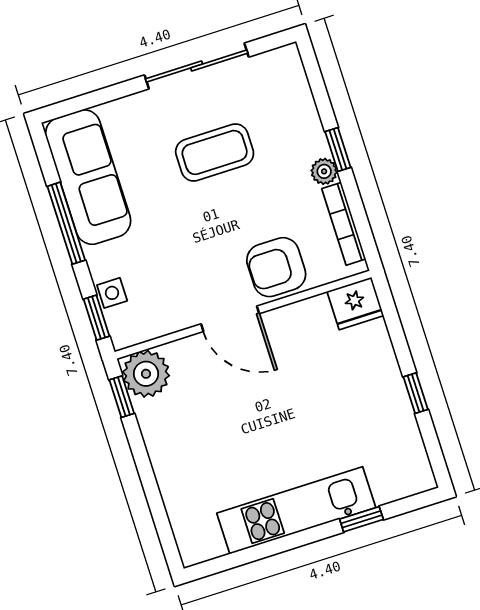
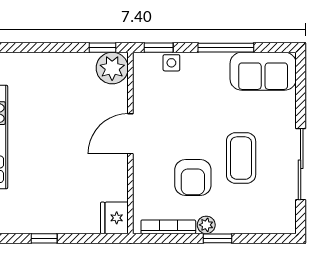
sofa: (88, 177) -> (263, 71), width x0.73
armchair: (276, 267) -> (193, 178), moved, turned 180

